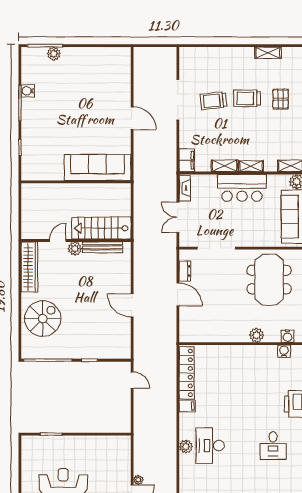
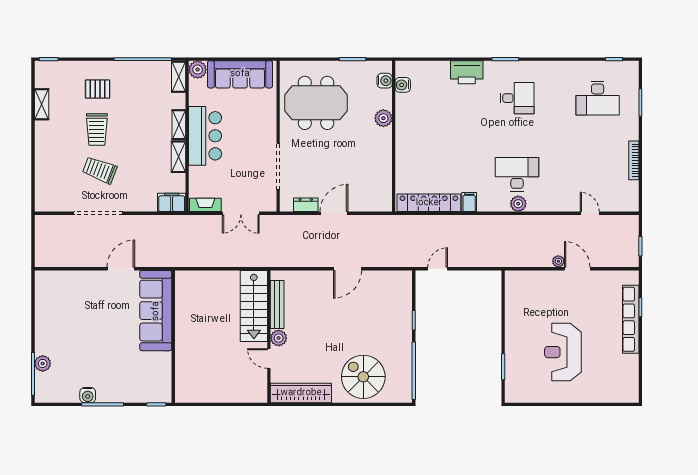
trolley: (214, 101) -> (100, 170), turned 117
sofa: (98, 167) -> (156, 311), moved
wall: (76, 182) -> (173, 337), moved
desk: (210, 446) -> (517, 174), turned 180

